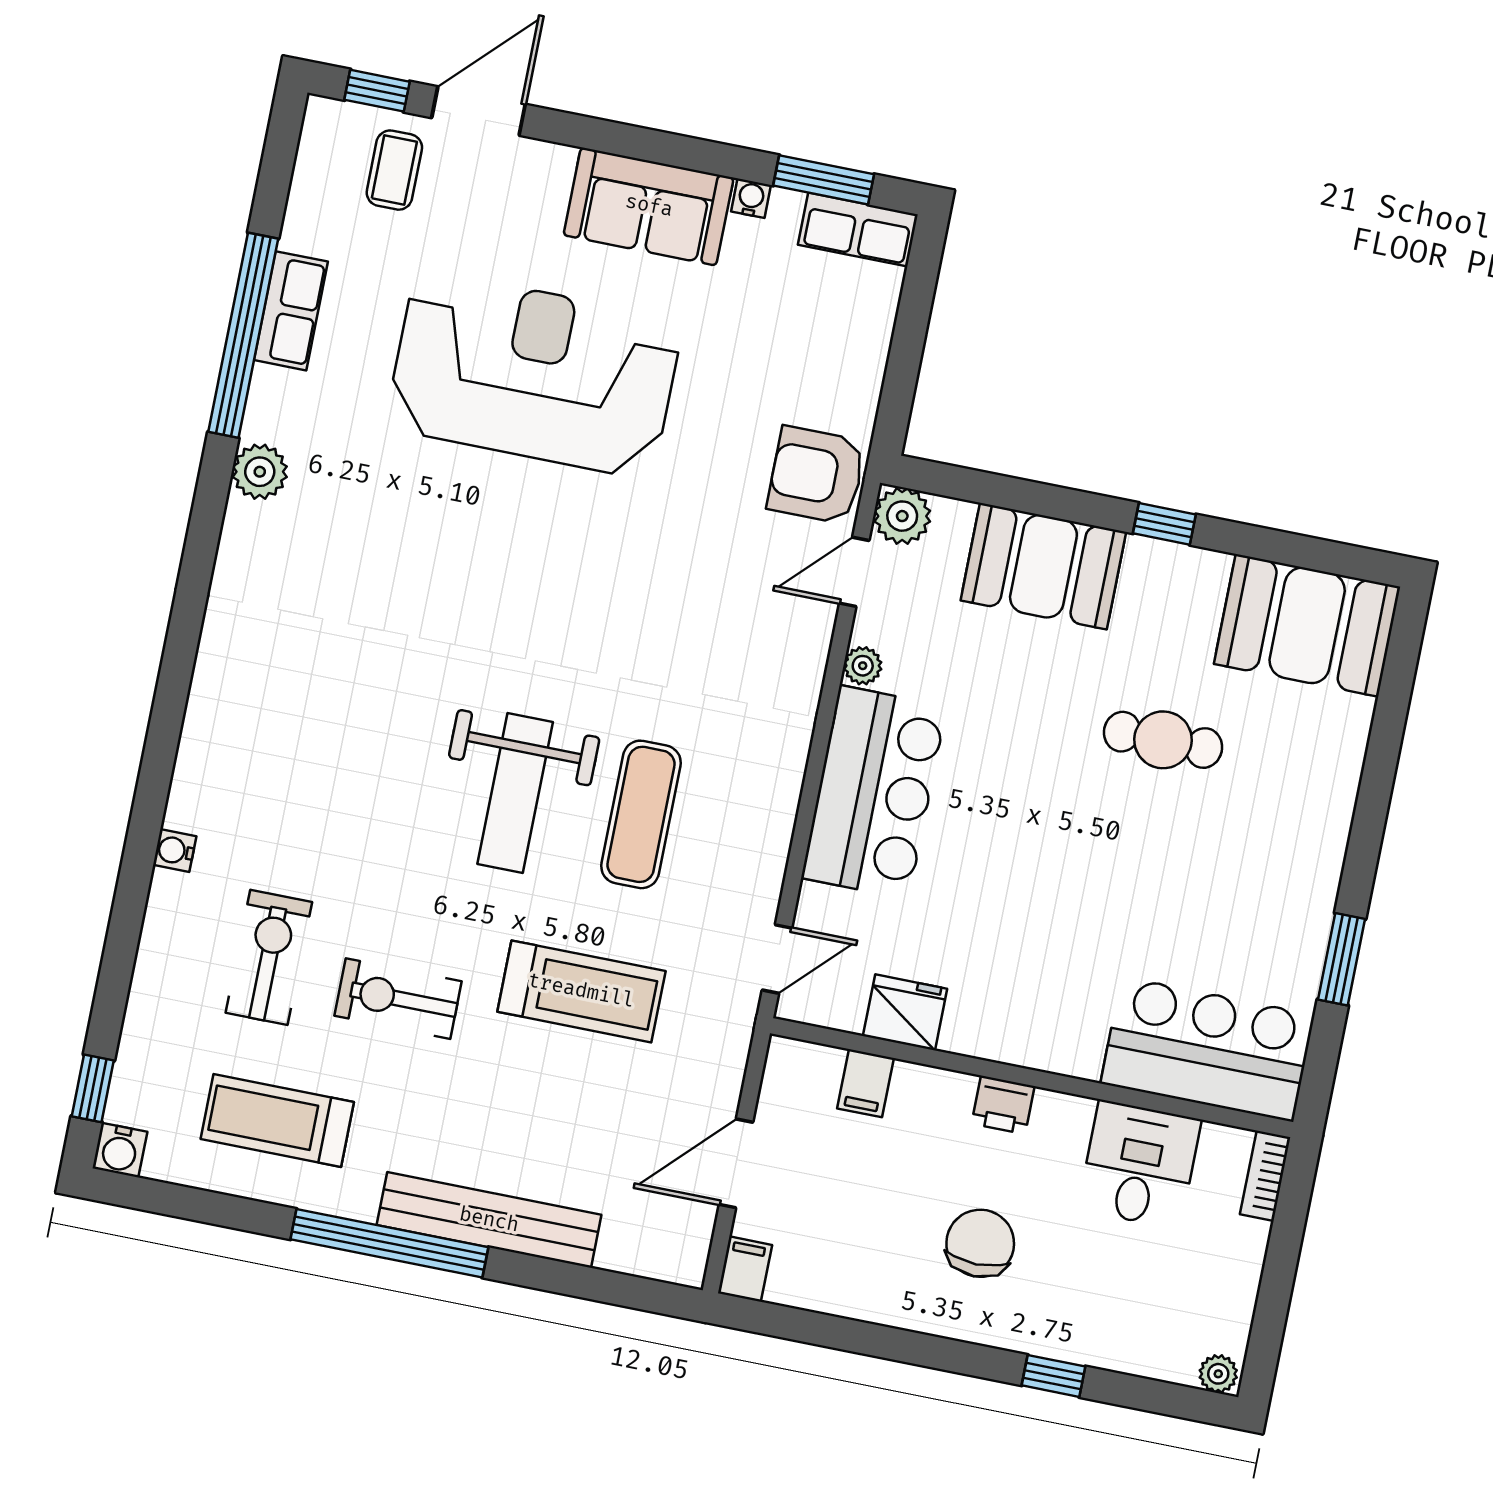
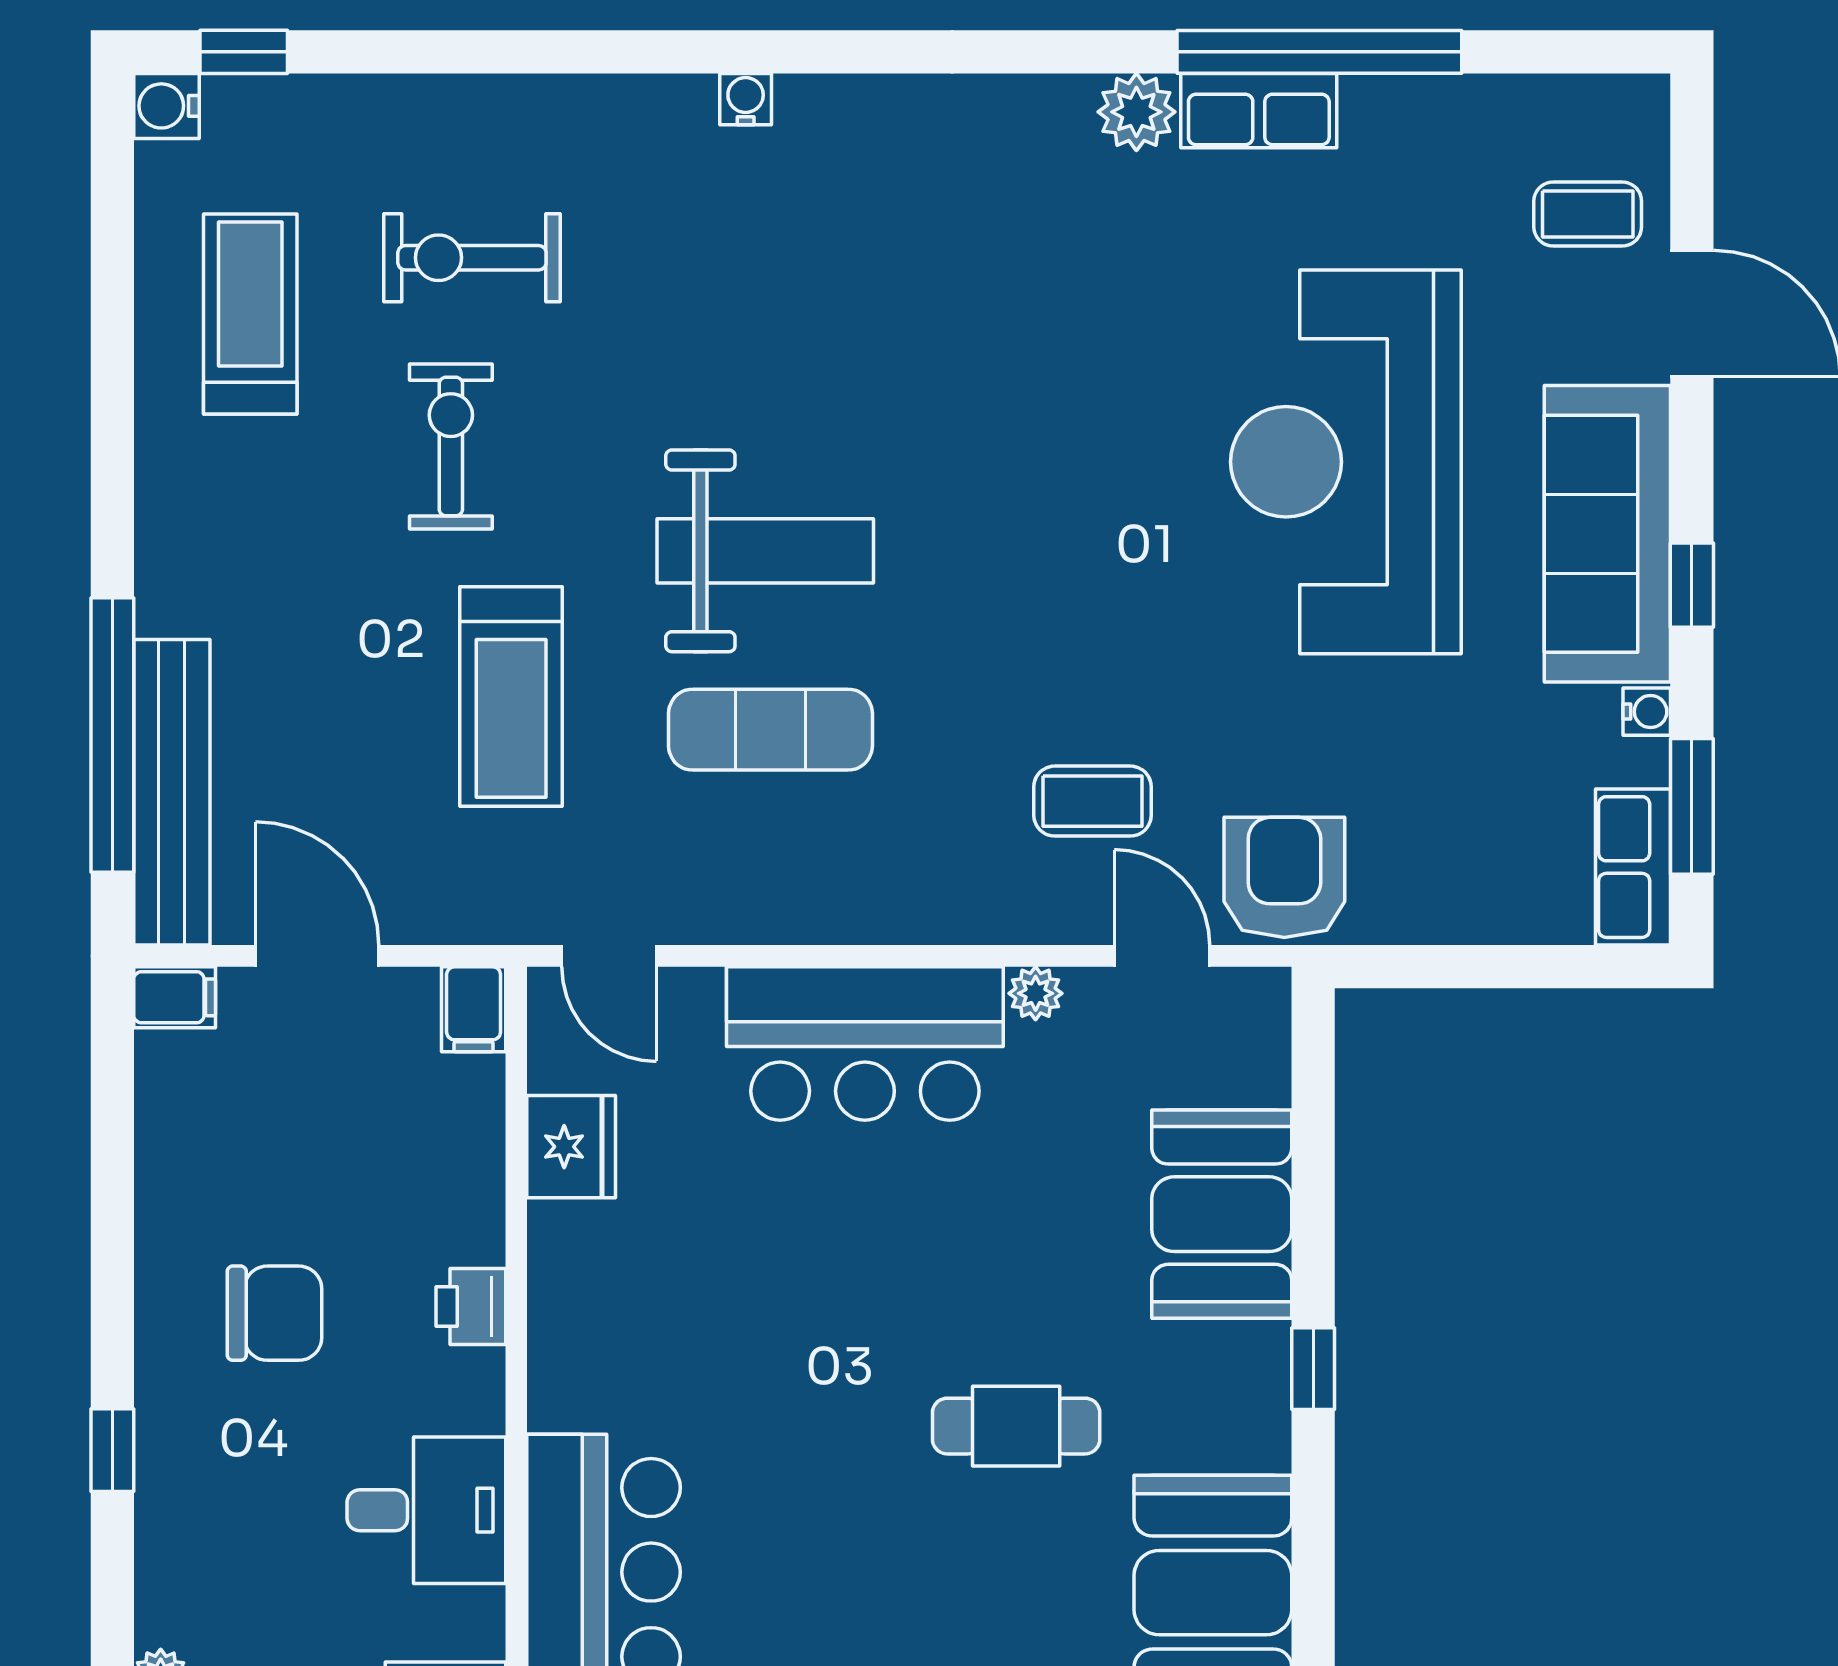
window: (377, 91) -> (1692, 585), moved
sofa: (649, 206) -> (1607, 534), width x1.36
row of seats: (291, 311) -> (1259, 111), moved
reception desk: (534, 374) -> (1346, 462), turned 180
plant: (902, 516) -> (1252, 1006), removed
coffee table: (736, 599) -> (1093, 801), added
cafe table: (1163, 740) -> (1016, 1426), turned 90
weight bench: (515, 793) -> (765, 551), turned 180
water cooler: (175, 851) -> (746, 99), moved
exercise bike: (269, 957) -> (472, 258), turned 180
filing cabinet: (865, 1083) -> (474, 1009), moved, turned -90
bench: (489, 1220) -> (172, 792), moved
window: (389, 1243) -> (112, 735), moved

